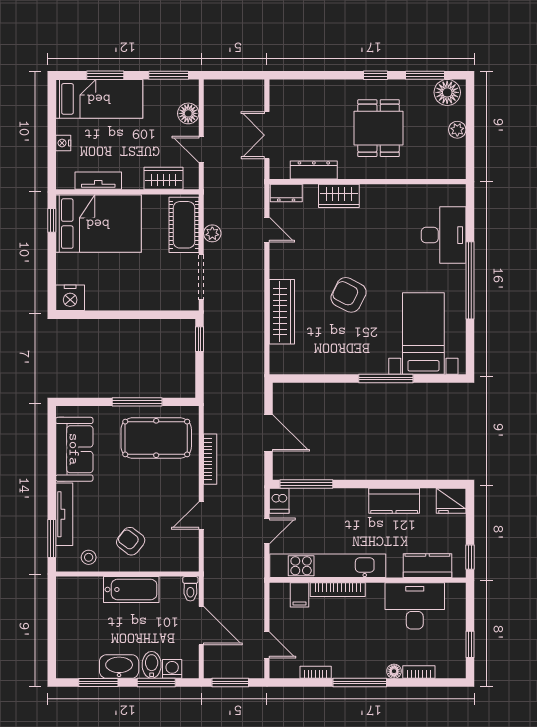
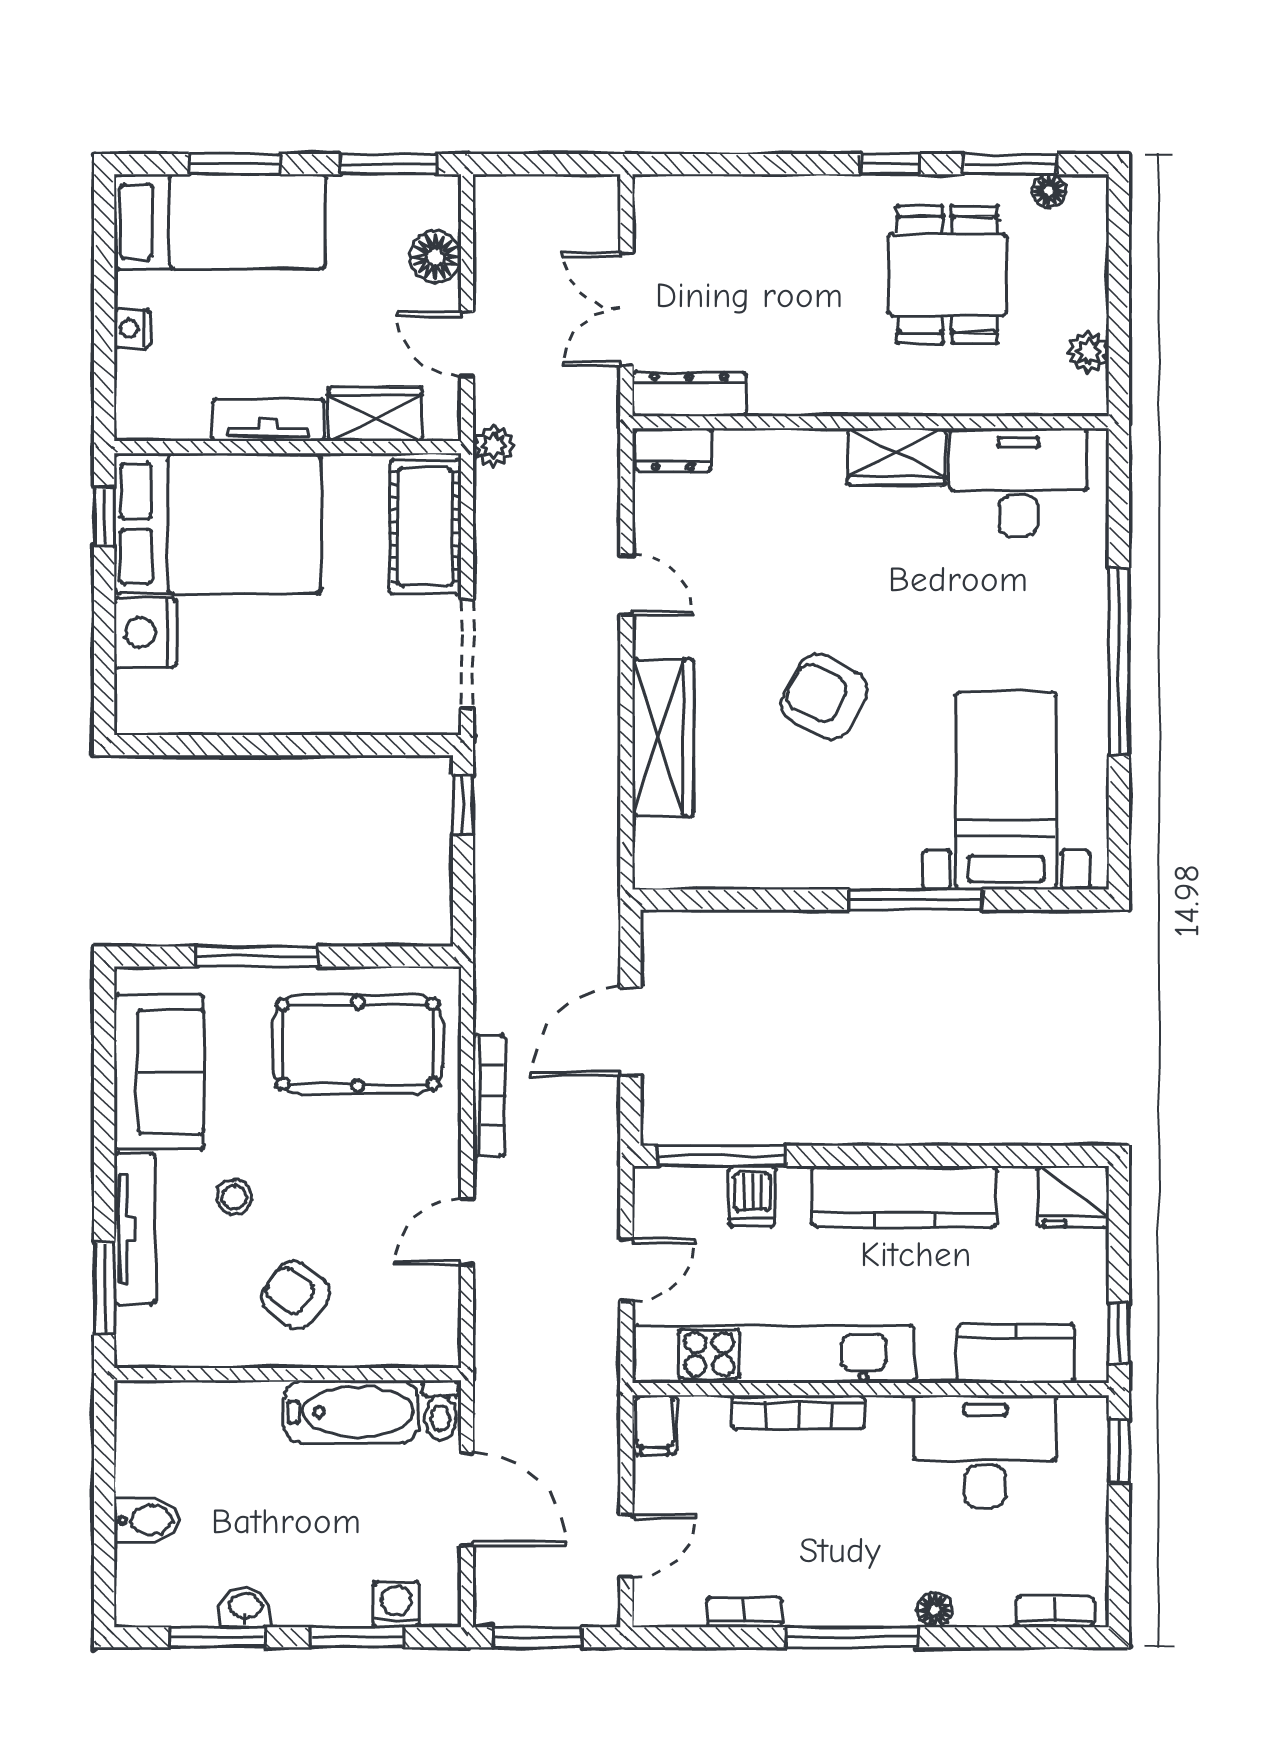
floor lamp: (447, 92) -> (1049, 191), width x0.53, depth x0.53
dining table: (379, 128) -> (947, 275), moved
plant: (457, 130) -> (1088, 352), moved
dresser: (314, 170) -> (689, 394), moved
tv unit: (98, 181) -> (268, 420), moved
wardrobe: (339, 196) -> (897, 457), moved
door: (267, 230) -> (626, 585), moved
plant: (212, 233) -> (494, 446), moved
desk: (444, 235) -> (1018, 482), moved, turned -90
nightstand: (70, 298) -> (145, 633), moved, turned 90
window: (137, 402) -> (257, 956), moved
door: (269, 433) -> (630, 1032), swing flipped
dishwasher: (279, 501) -> (752, 1196), moved
kitchen counter: (394, 501) -> (904, 1197), width x1.50
stool: (89, 557) -> (234, 1197), moved
bathtub: (131, 590) -> (351, 1412), moved
filing cabinet: (300, 595) -> (655, 1425), moved
window: (470, 644) -> (1119, 1451), moved
door: (267, 645) -> (626, 1546), hinge flipped
bidet: (152, 665) -> (147, 1520), moved, turned 90
washbasin: (119, 666) -> (245, 1607), width x0.52, depth x0.69
bookcase: (419, 672) -> (1055, 1612), moved

